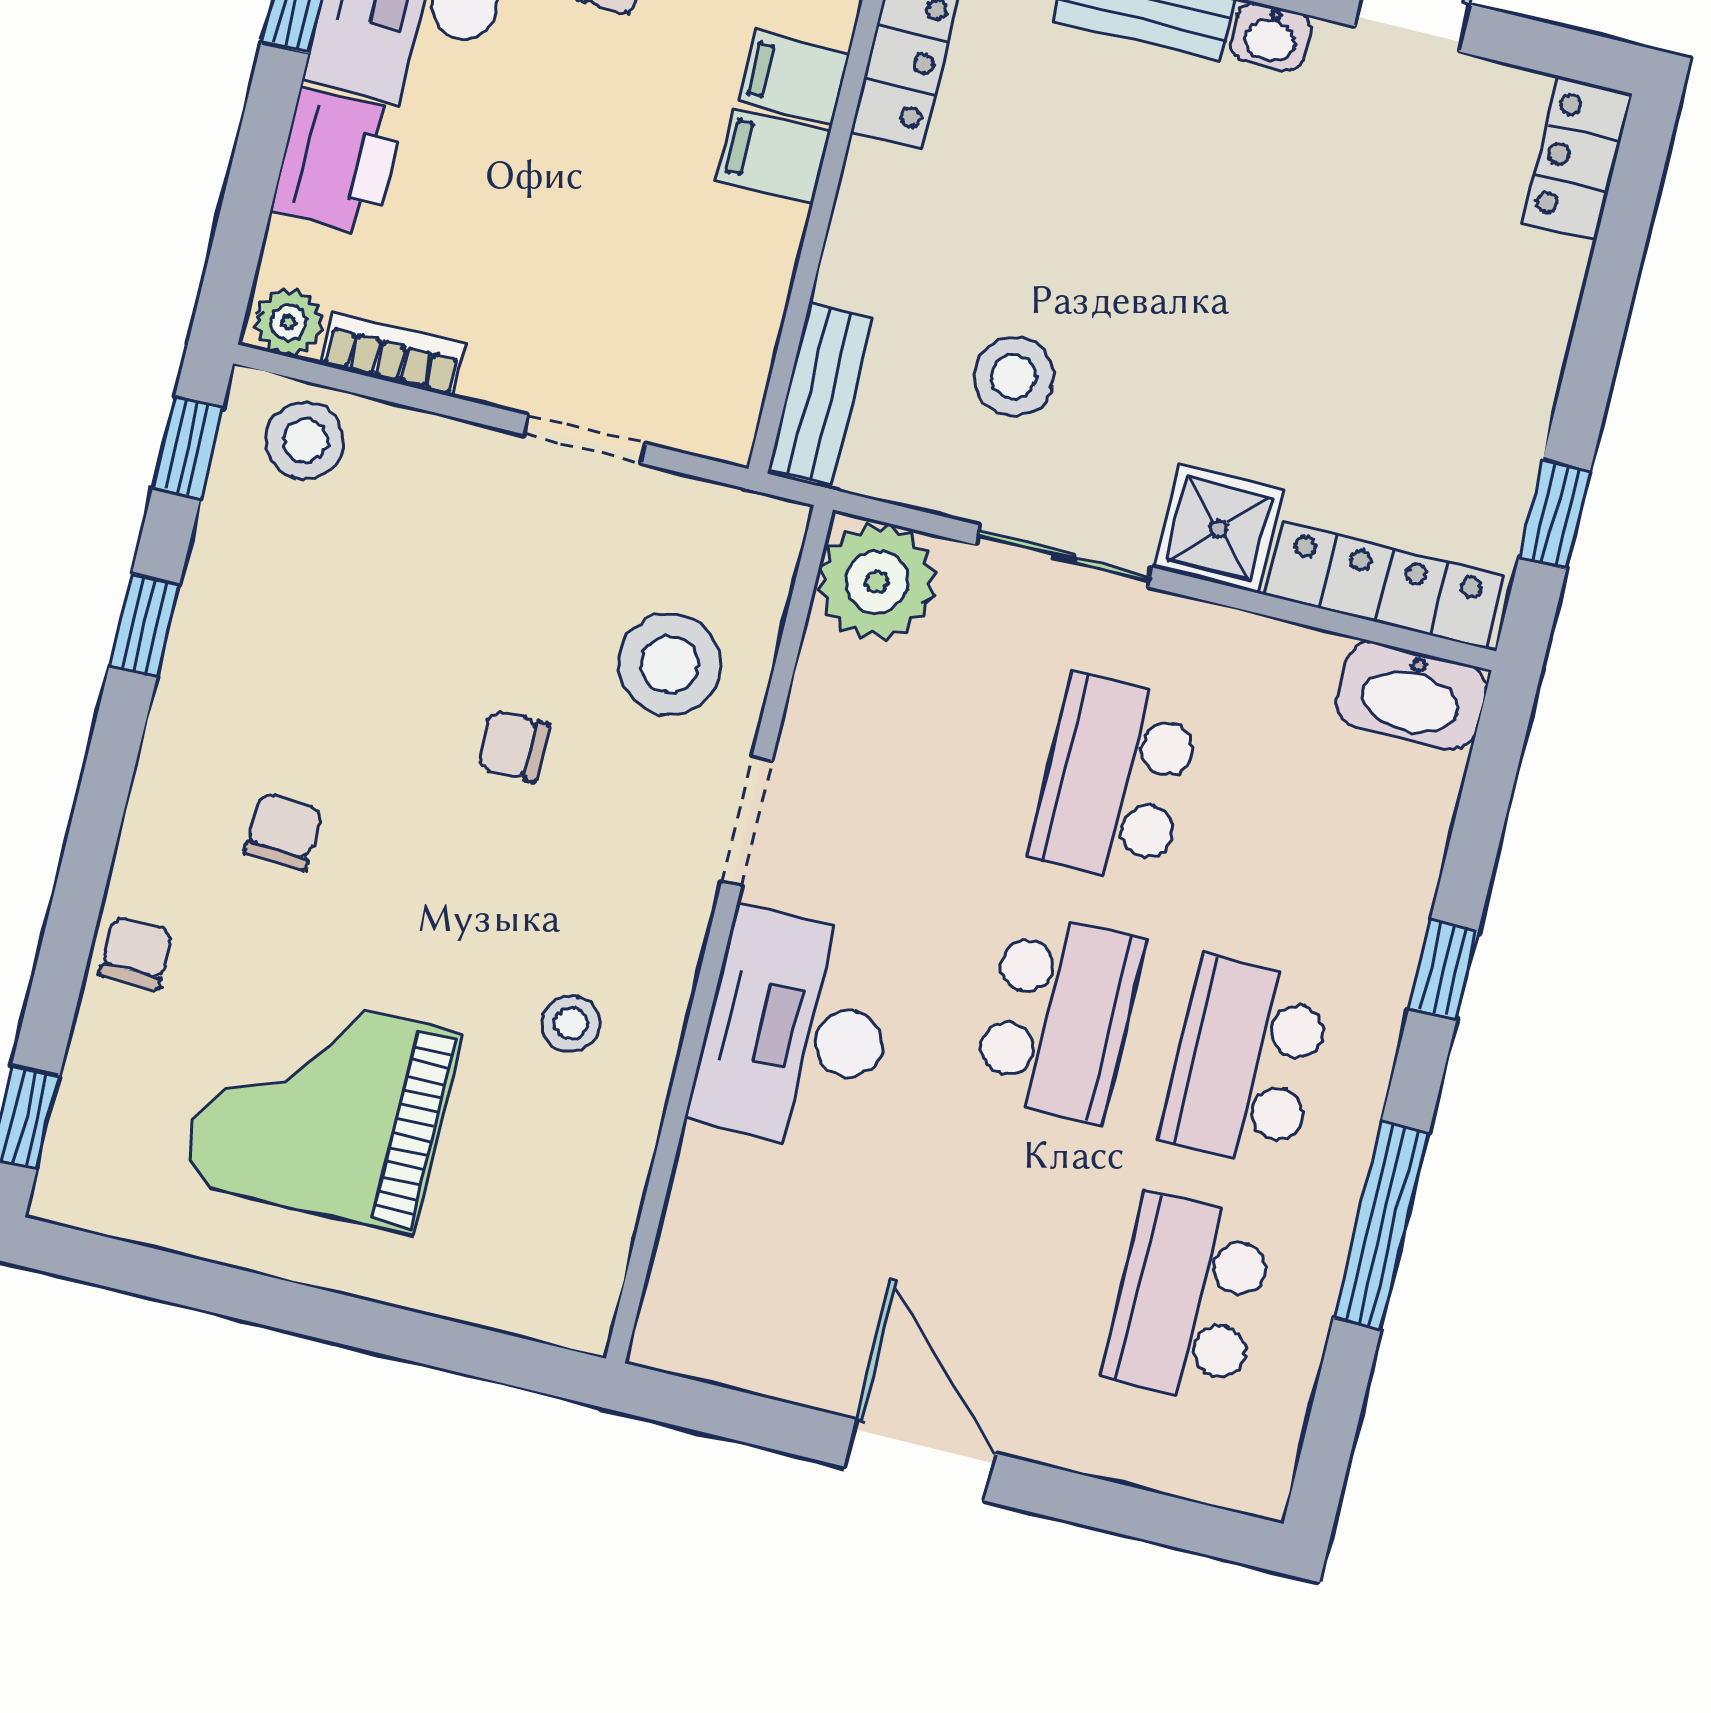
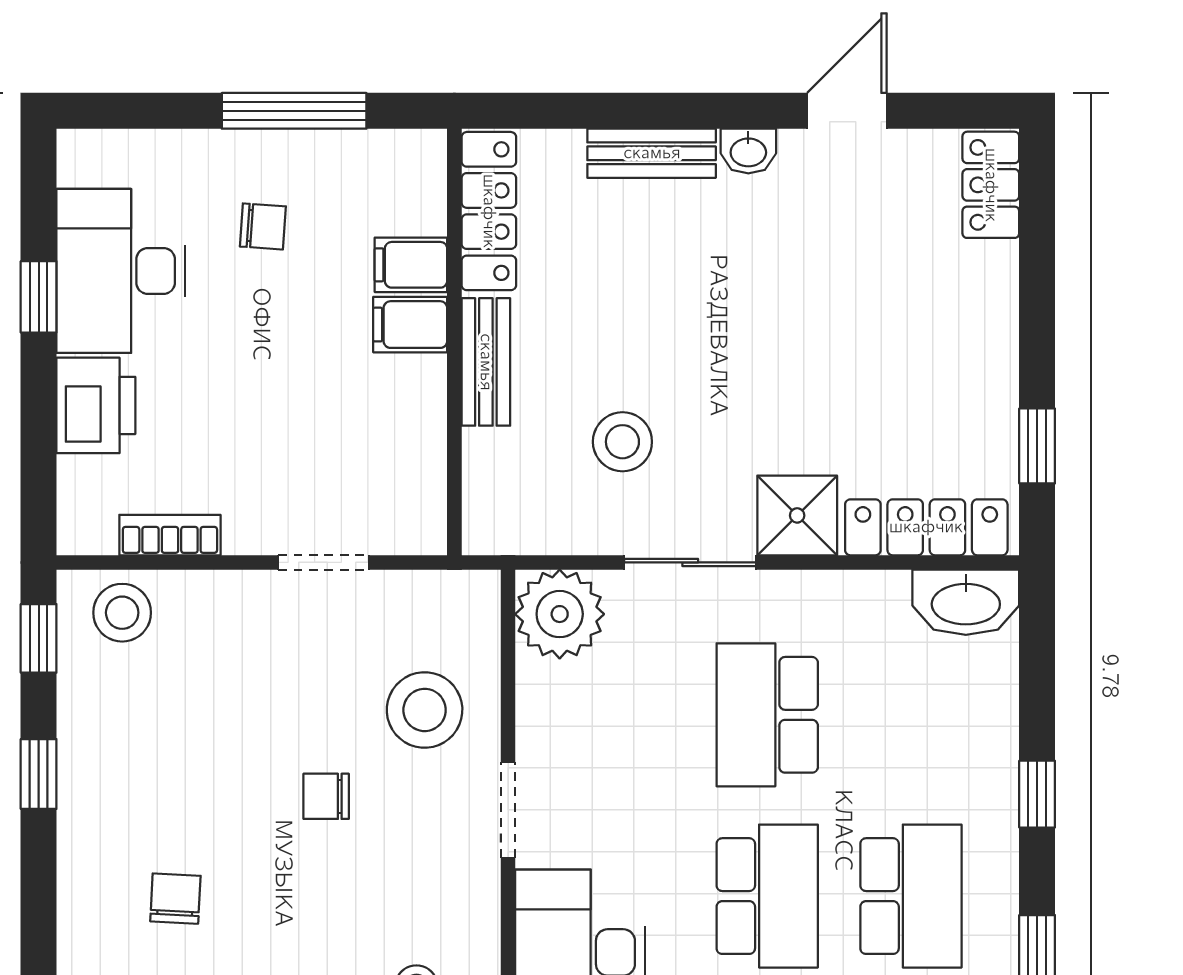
plant: (289, 322) -> (90, 530), removed
bench: (820, 394) -> (486, 362), moved
school desk: (1246, 1063) -> (911, 896), turned 180

